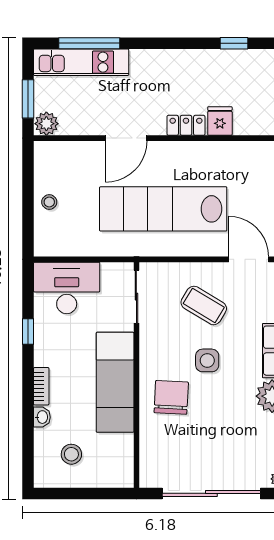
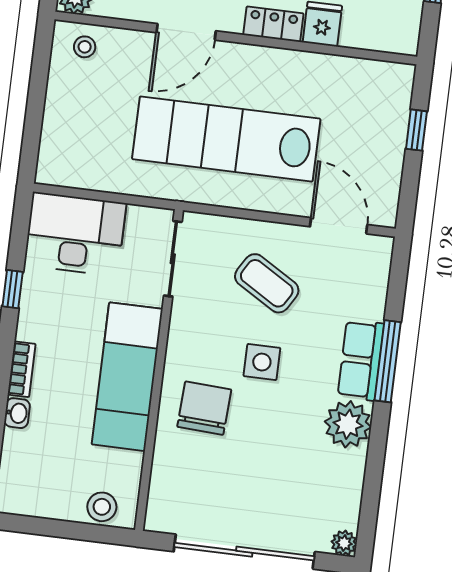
stool: (49, 202) -> (85, 47), moved
stool: (71, 454) -> (102, 507), moved

